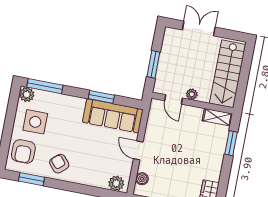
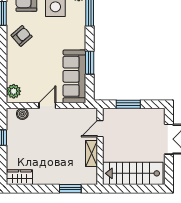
plant: (192, 94) -> (108, 144), removed
shelving: (217, 117) -> (92, 153), moved

